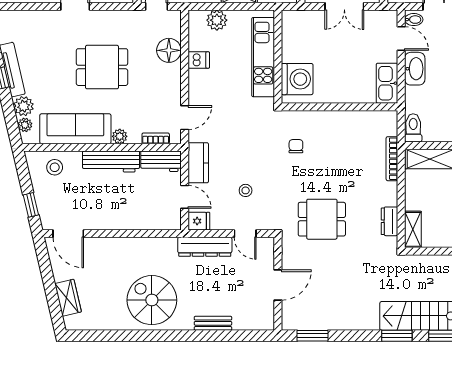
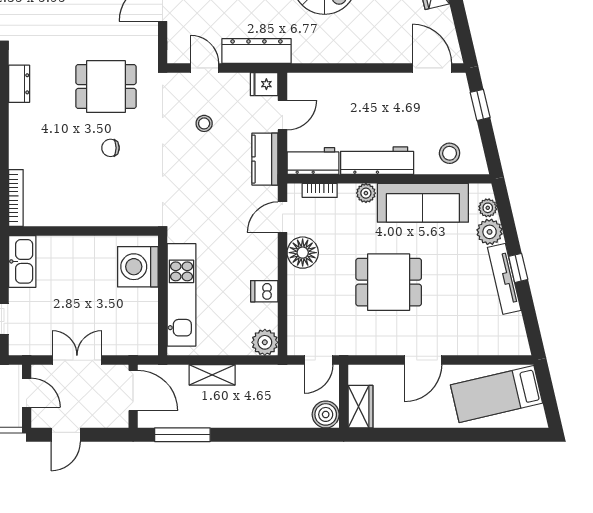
plant: (217, 20) -> (265, 342), moved
floor lamp: (169, 50) -> (303, 253), moved
chair: (296, 146) -> (111, 148), moved, turned 90
bookcase: (392, 159) -> (16, 198), moved
door: (185, 197) -> (283, 115), swing flipped

